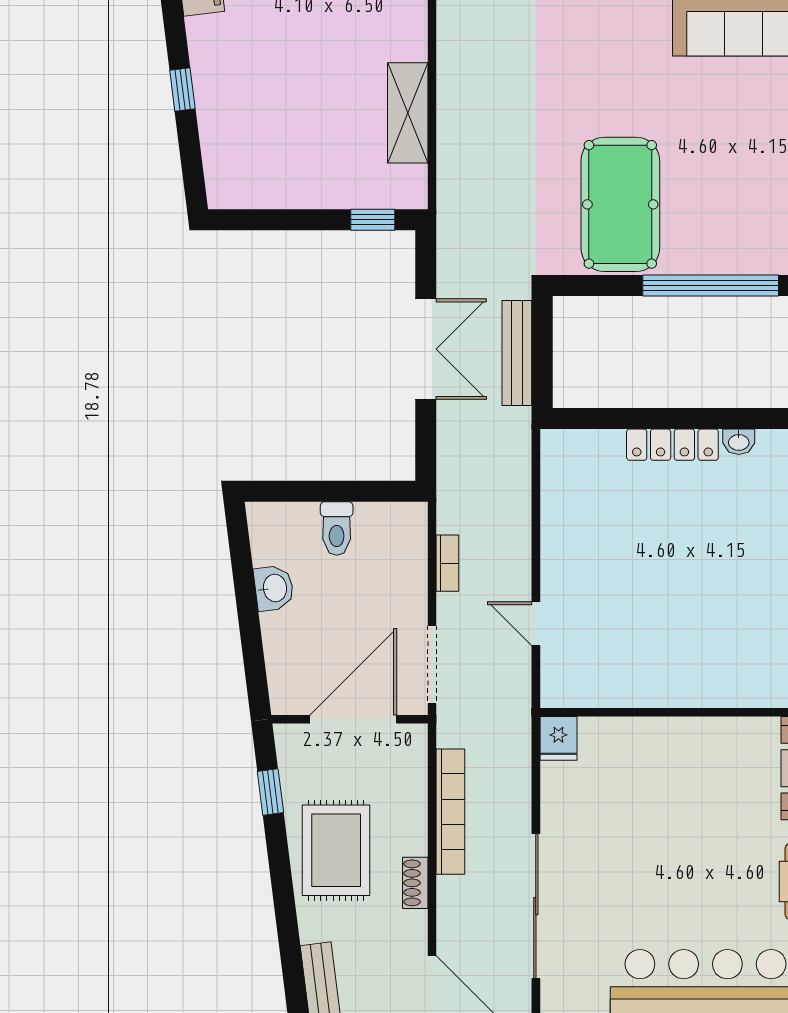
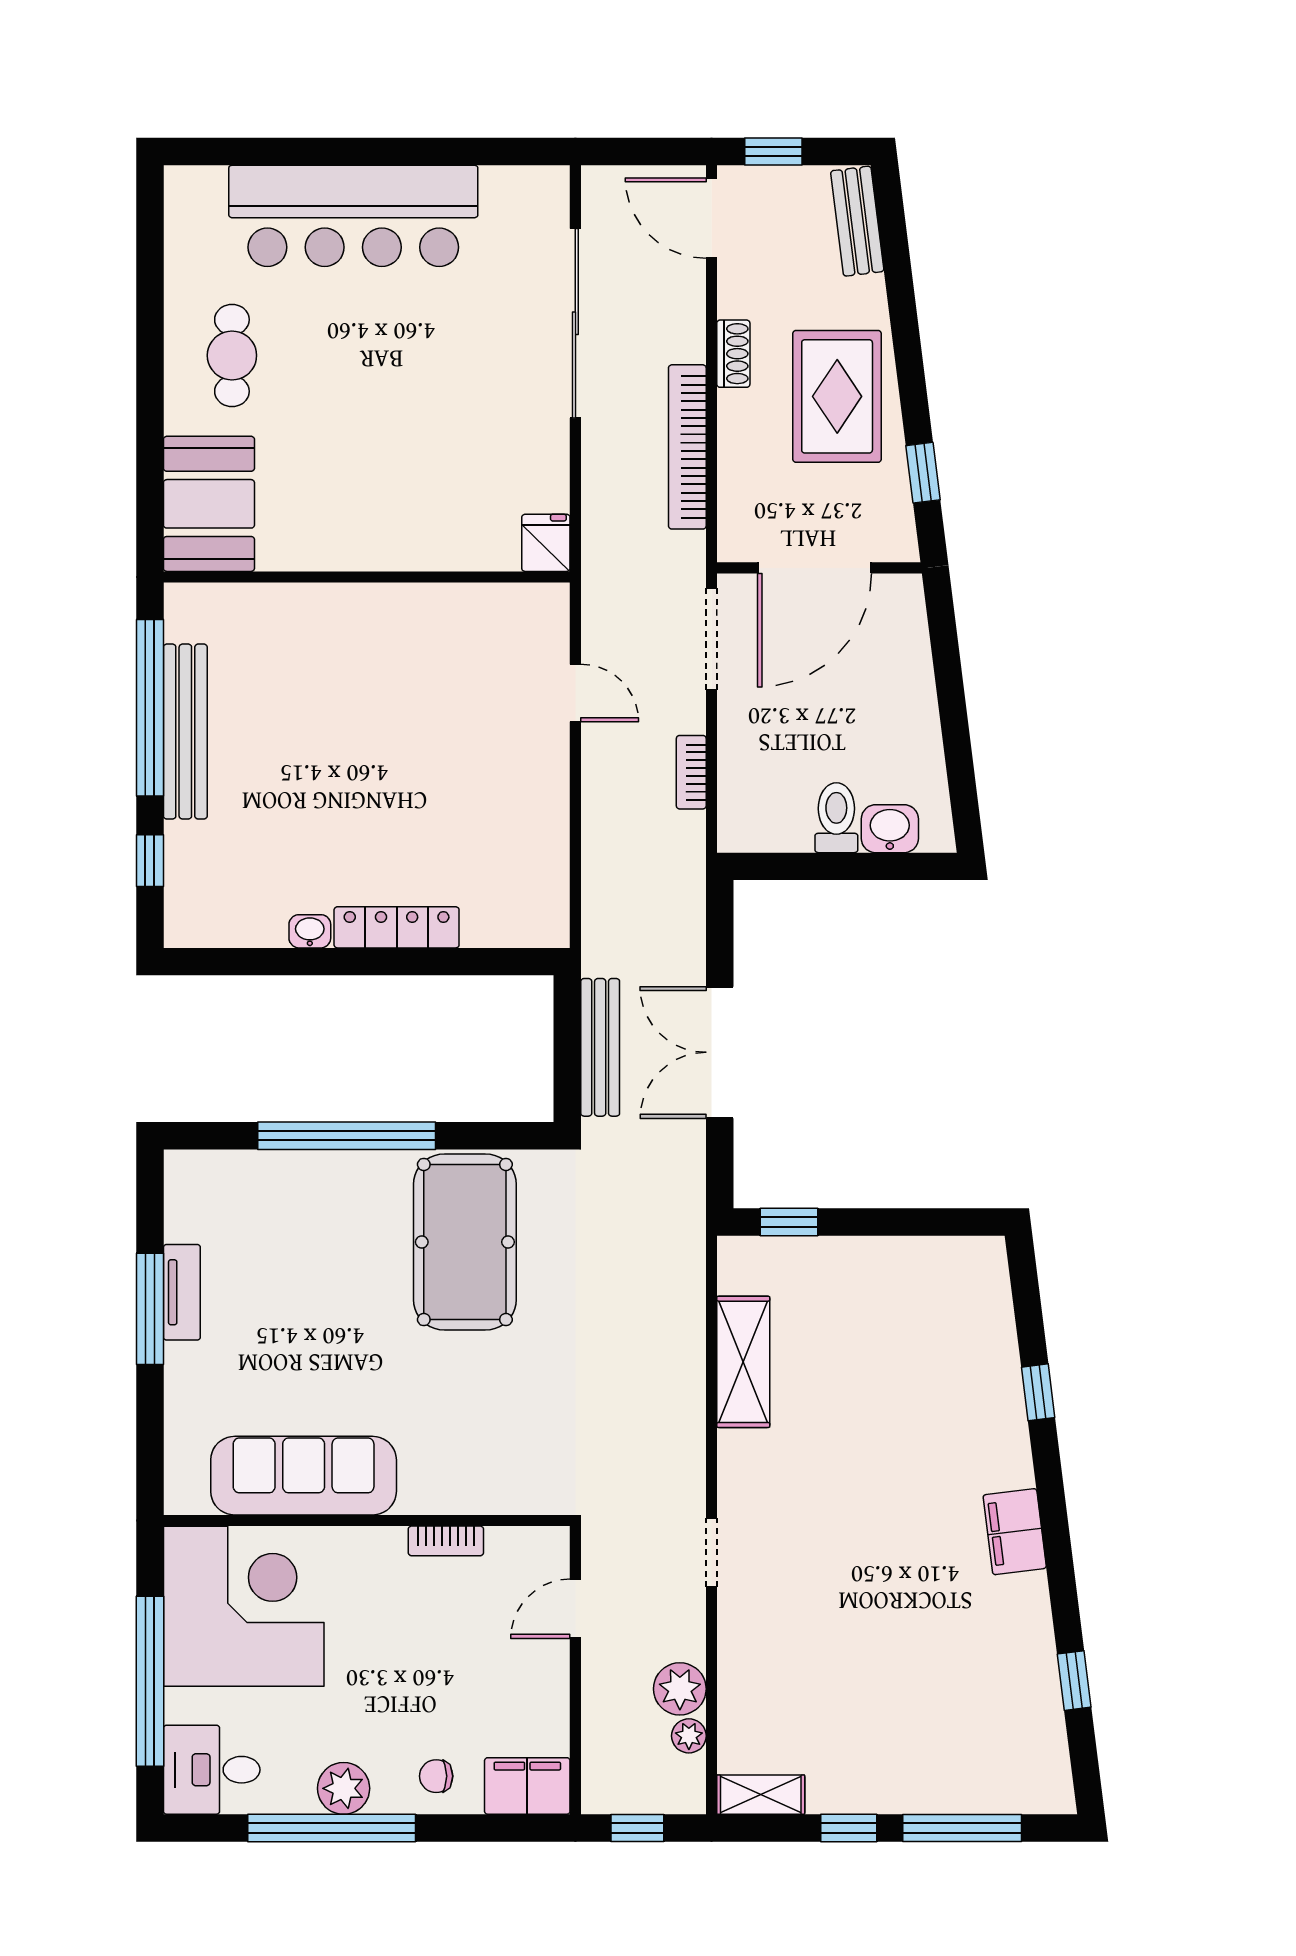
washbasin: (274, 588) -> (890, 829), moved, turned 97

